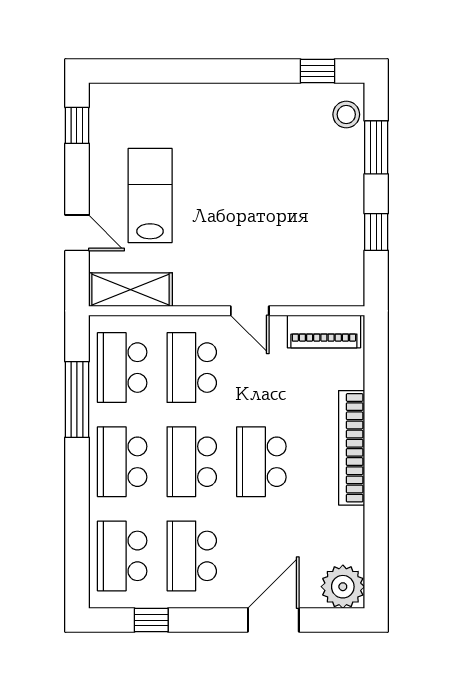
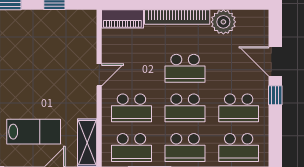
lab bench: (150, 196) -> (34, 132), turned 180
piano: (324, 331) -> (122, 19), moved, turned 90
plant: (343, 587) -> (223, 22), moved
window: (151, 620) -> (275, 95), moved

